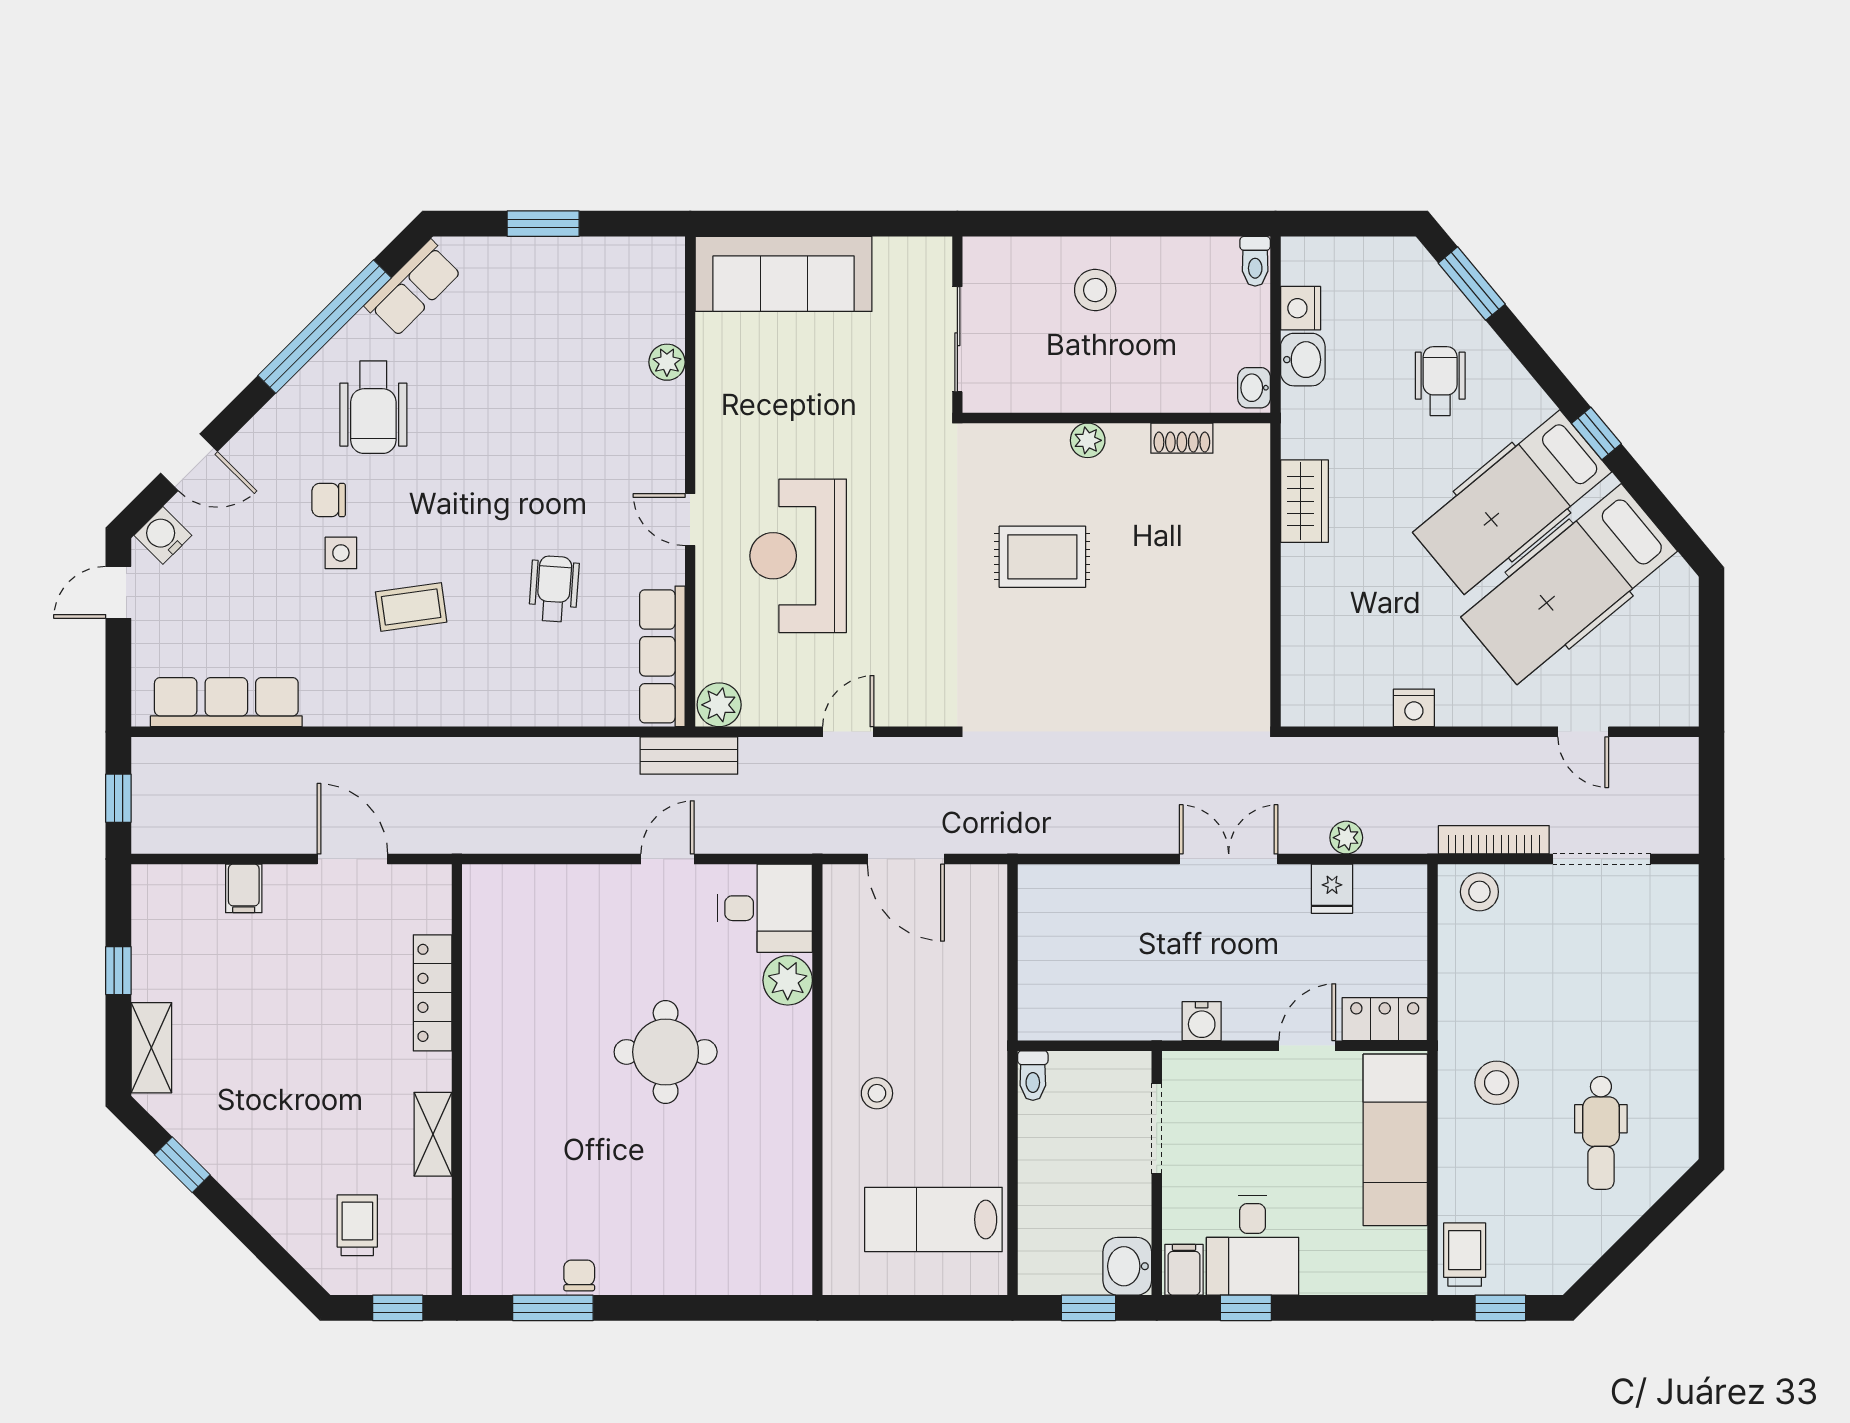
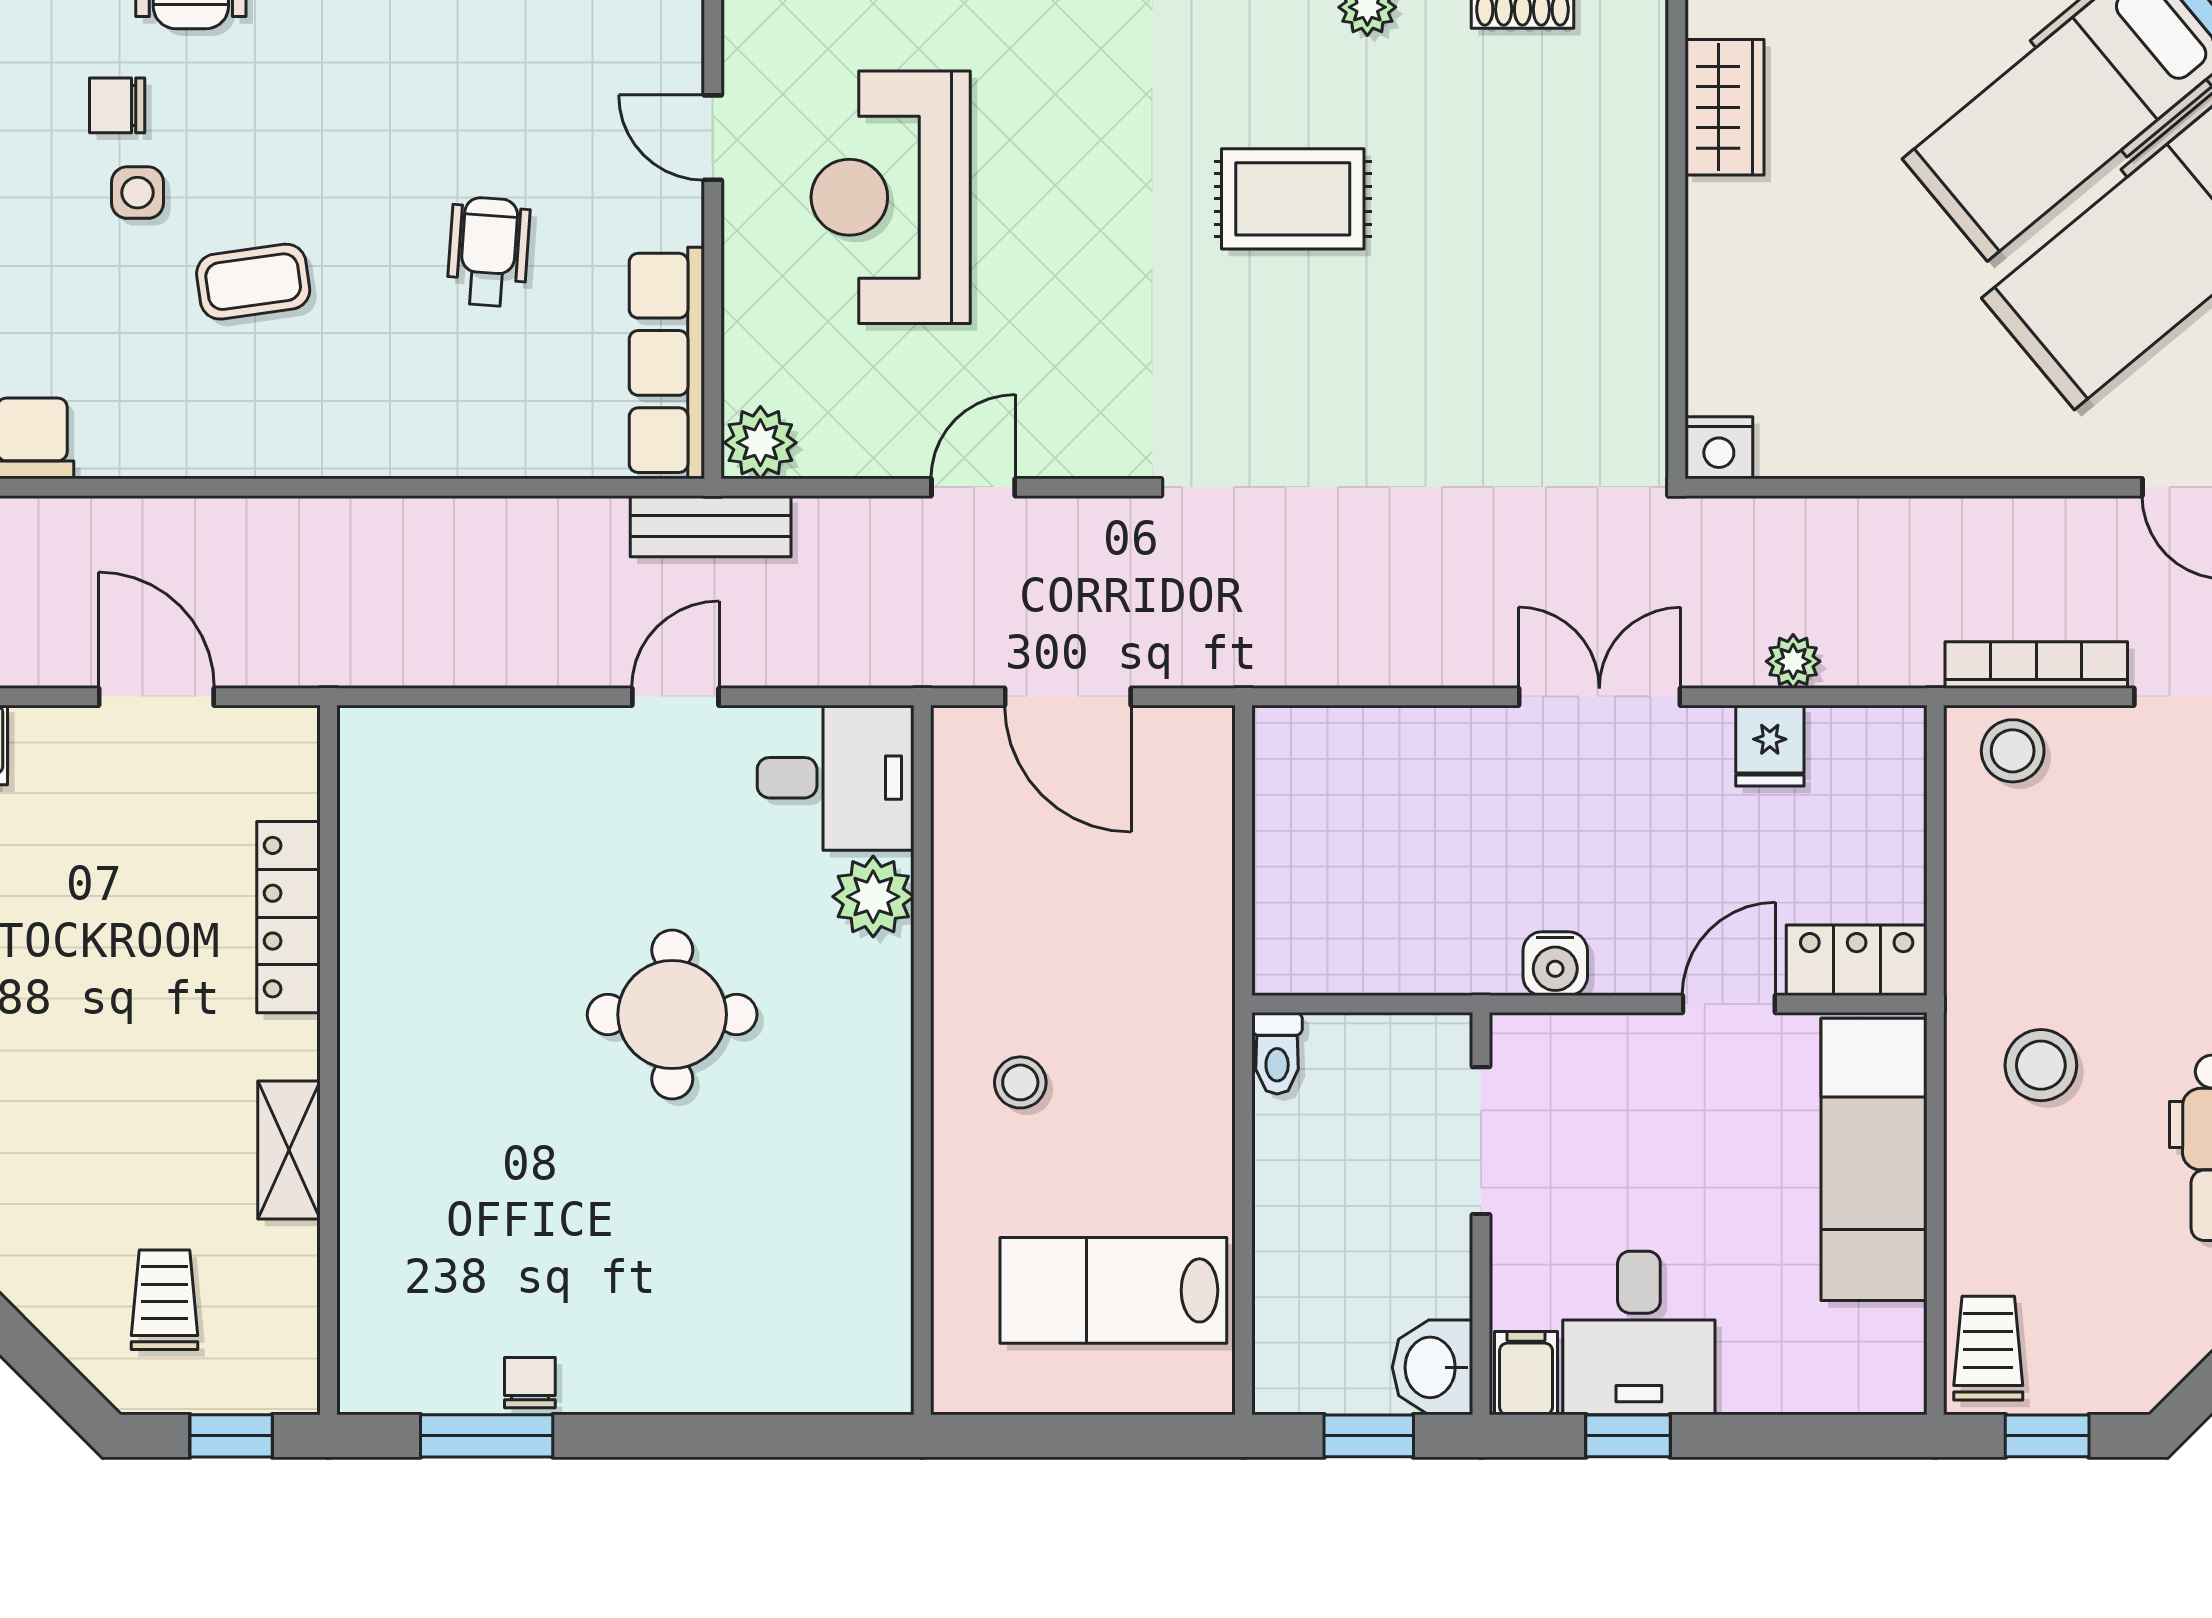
nightstand: (1414, 708) -> (1719, 448), moved

